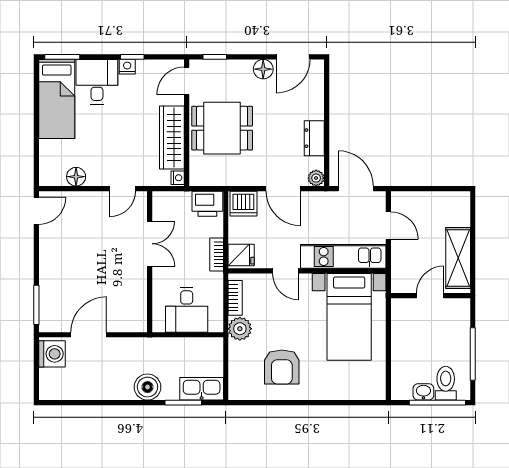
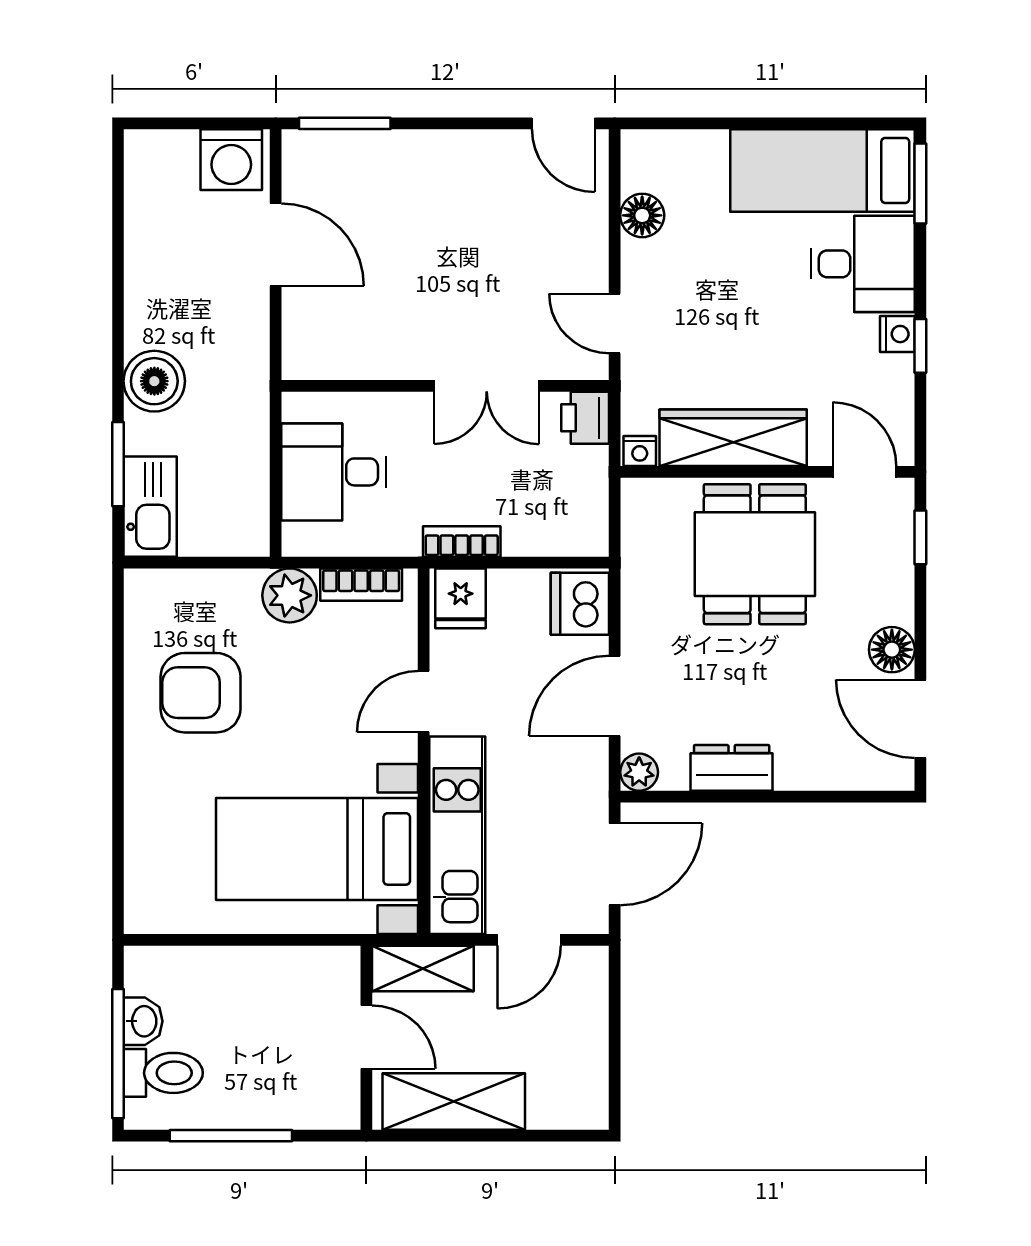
printer: (207, 204) -> (585, 418), moved, width x0.73, depth x0.81
shelving: (401, 271) -> (423, 968), added

